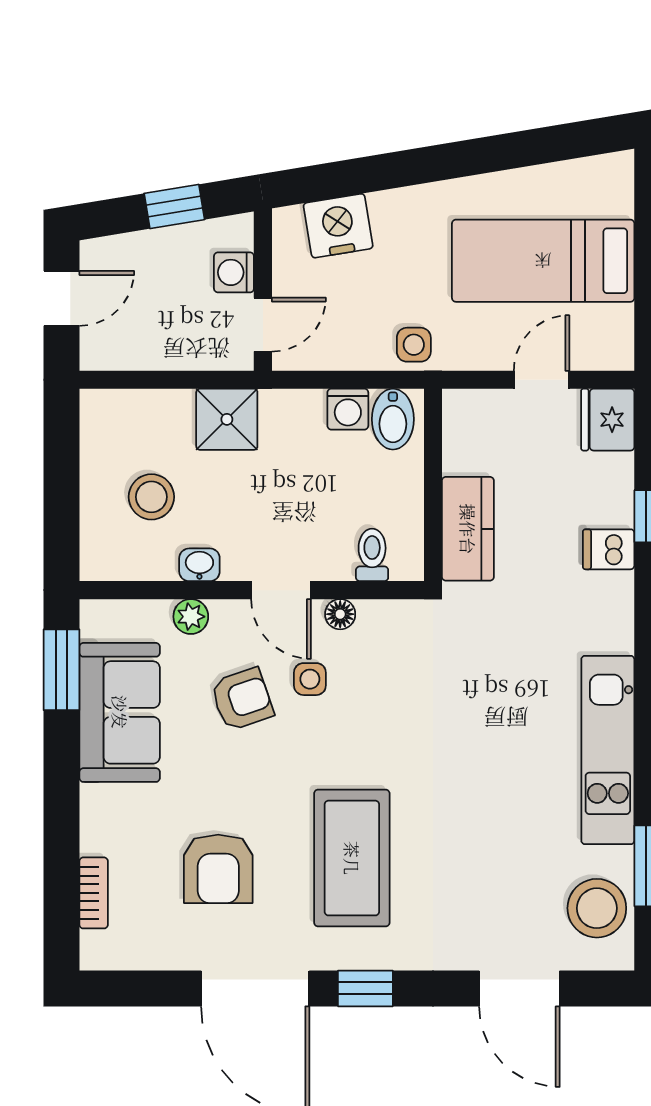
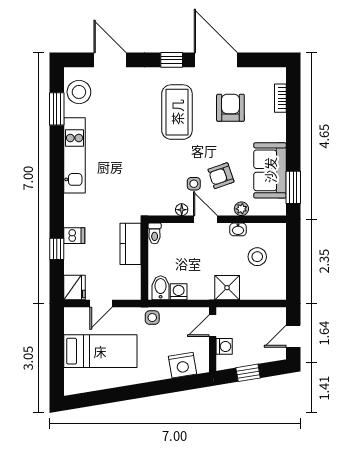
toilet: (372, 555) -> (155, 233), moved

